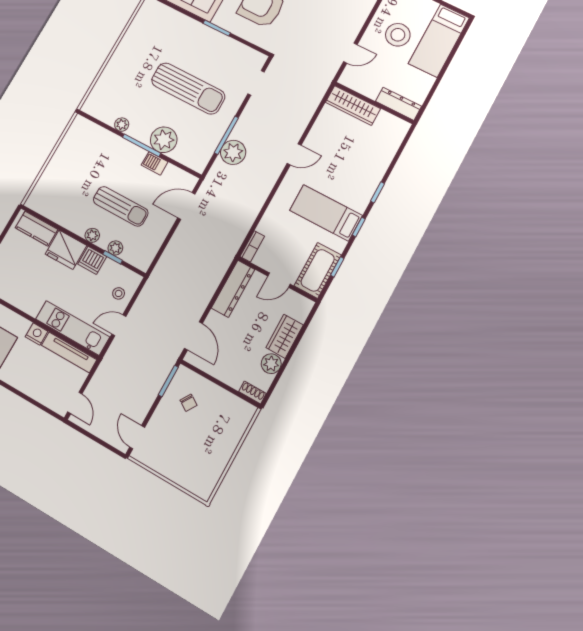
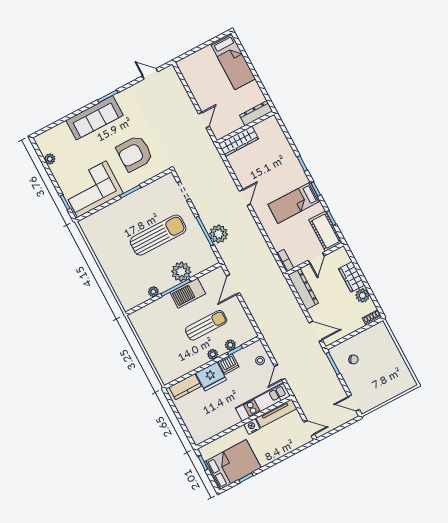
stool: (398, 35) -> (212, 83), removed
barbecue: (155, 163) -> (188, 293), width x1.88, depth x1.53

